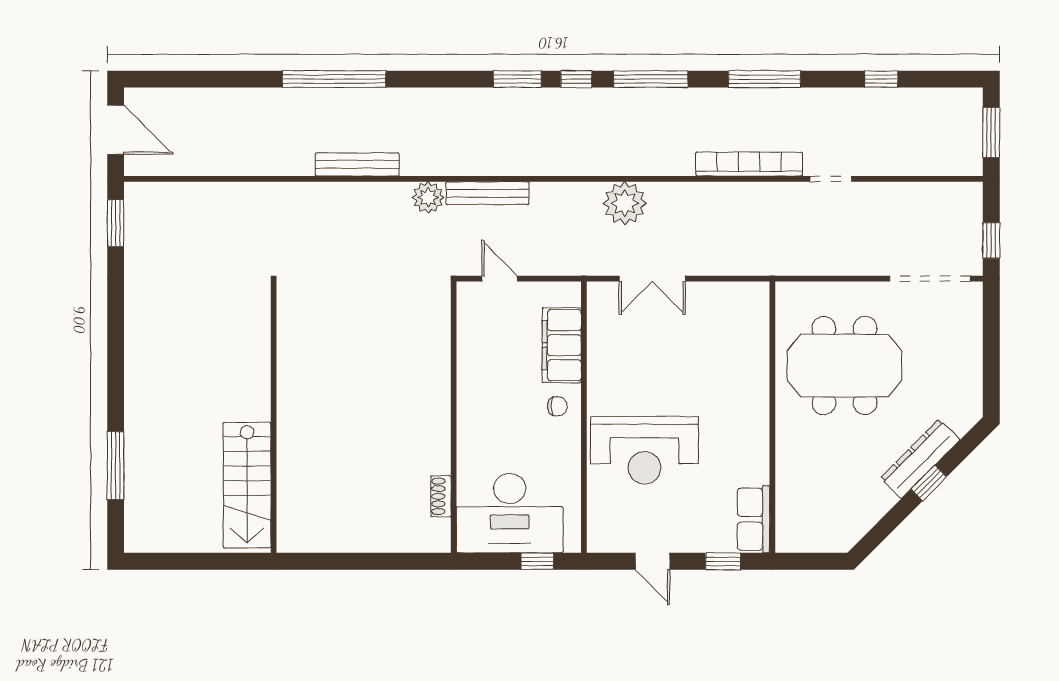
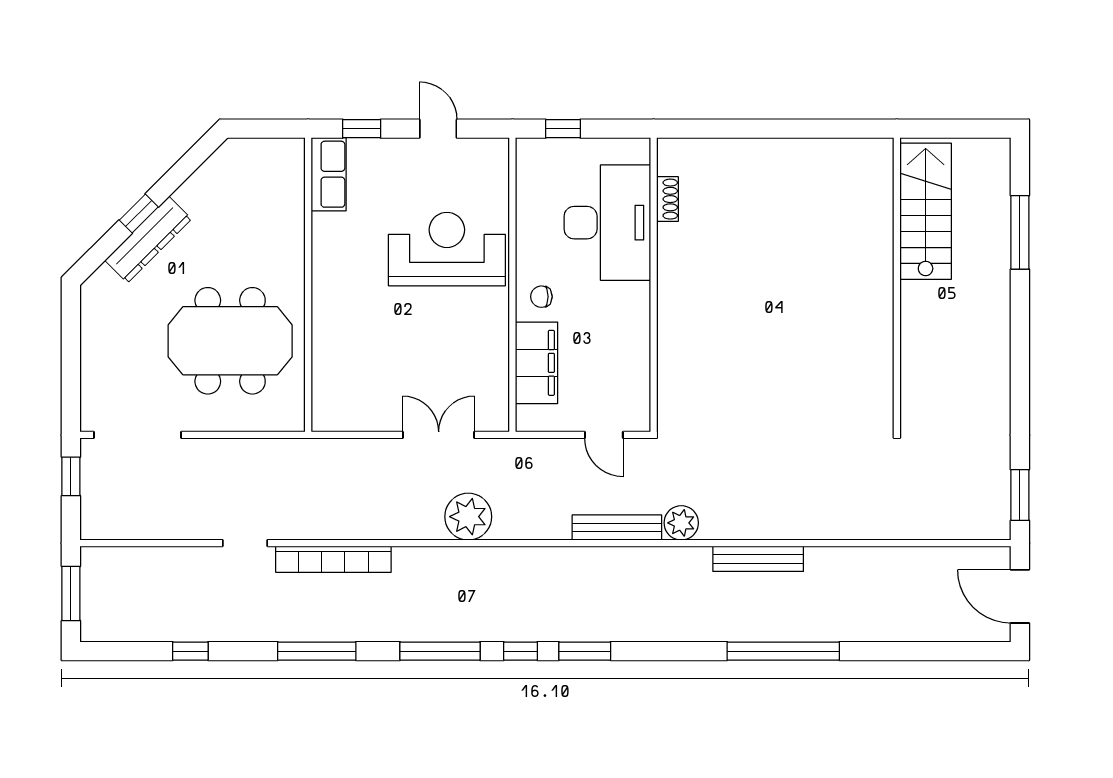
wall: (274, 417) -> (897, 285), moved
stairs: (247, 485) -> (926, 211), moved
desk: (510, 513) -> (607, 223), moved, turned 90

